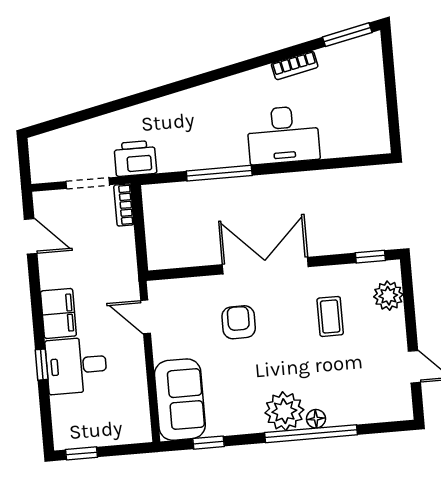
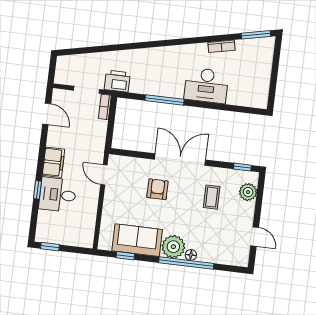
sofa: (180, 400) -> (137, 240), moved, turned -90

